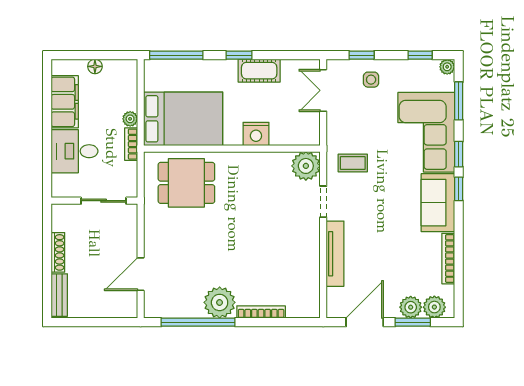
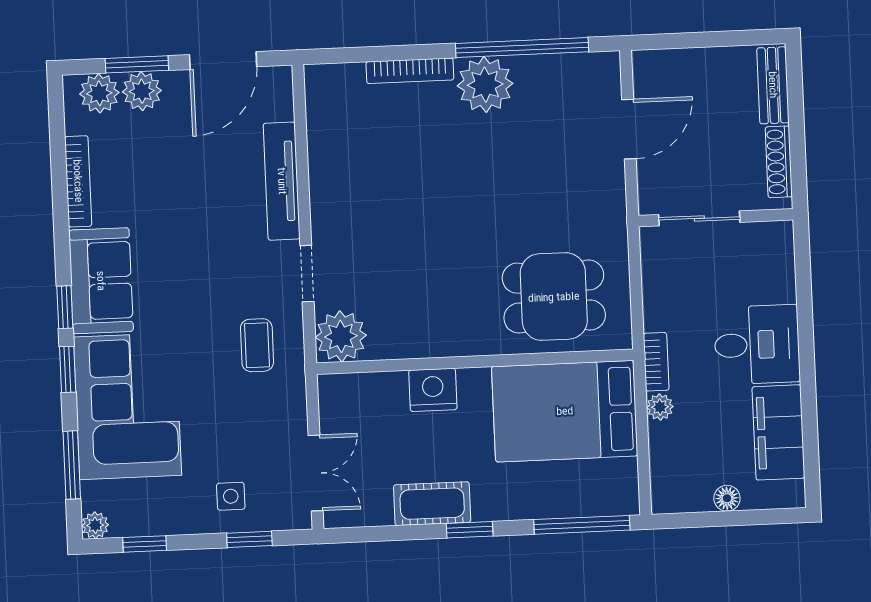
coffee table: (353, 163) -> (257, 345), turned 90
wall: (94, 201) -> (716, 218), moved
sliding door: (104, 201) -> (699, 218), moved

